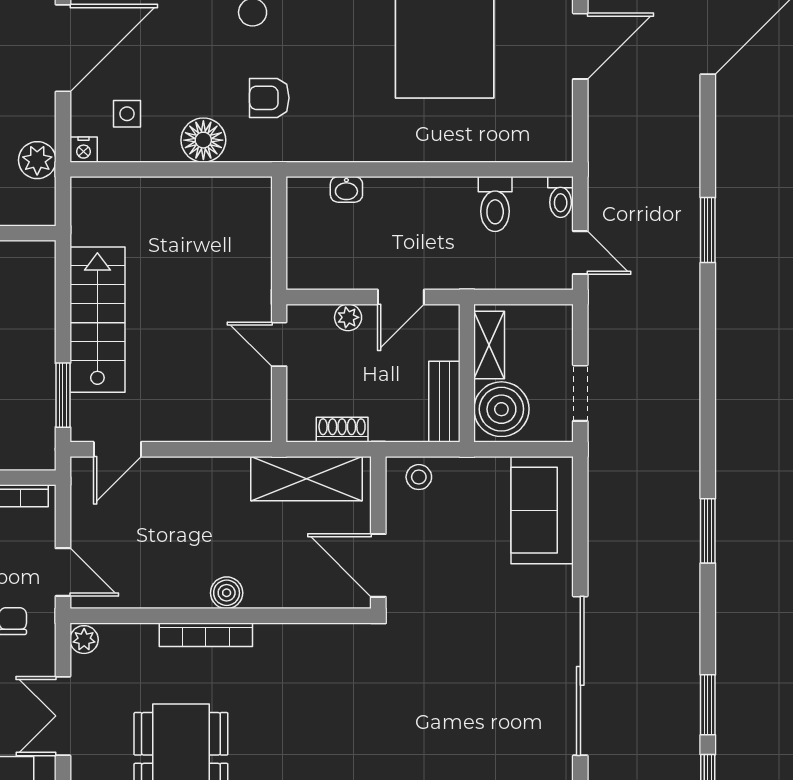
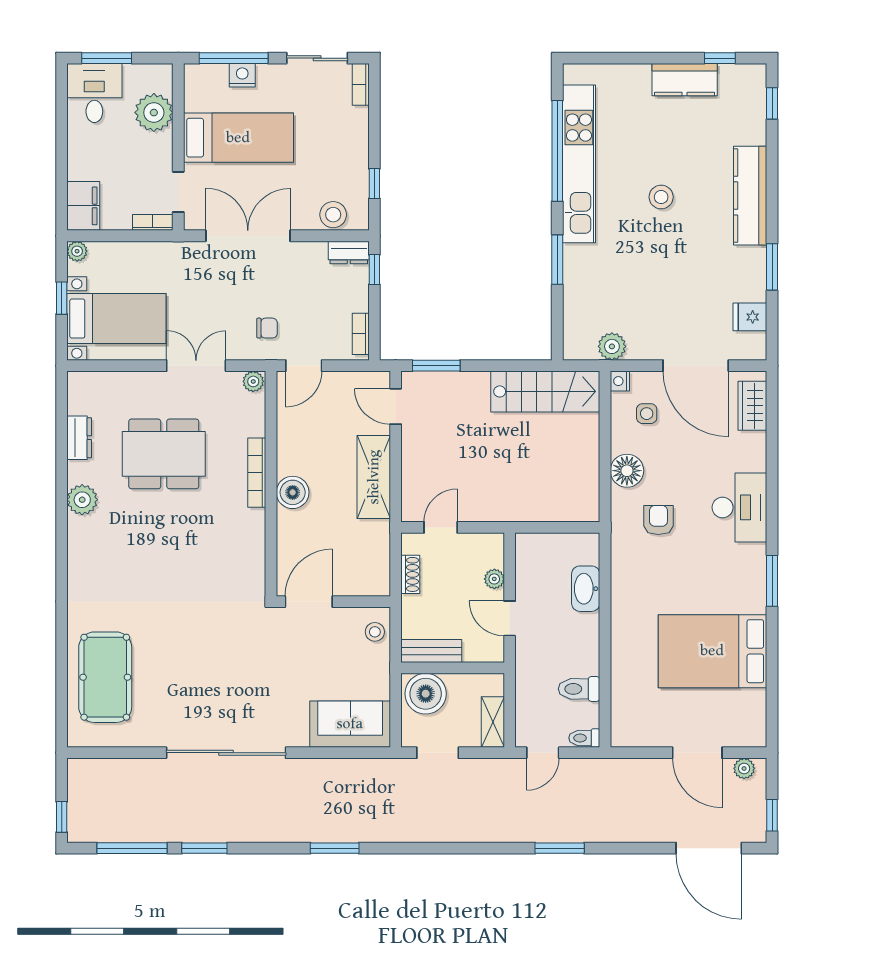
washbasin: (346, 189) -> (586, 589), width x1.91, depth x1.45
stairs: (97, 320) -> (545, 391), moved
door: (279, 344) -> (441, 527), moved
shelving: (489, 345) -> (493, 722), moved, turned 90
shelving: (307, 479) -> (374, 477), moved
boiler: (227, 593) -> (293, 492), width x1.36, depth x1.36

